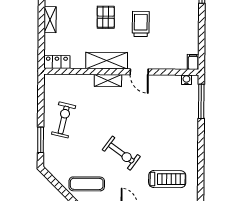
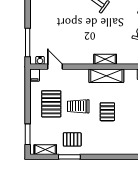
trolley: (141, 24) -> (78, 106), turned 90
pallet: (173, 27) -> (51, 104), added
door: (139, 72) -> (55, 67), moved

